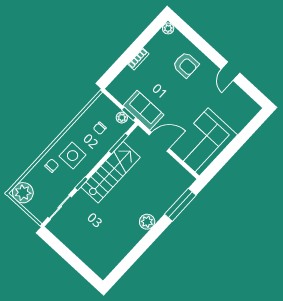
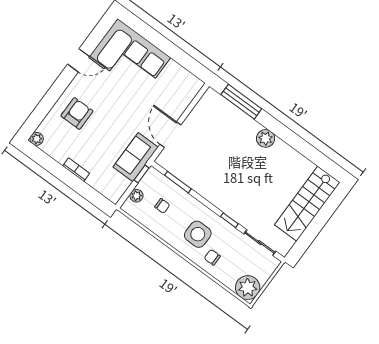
plant: (122, 118) -> (136, 196), moved
corner sofa: (204, 142) -> (130, 57), moved
stairs: (111, 172) -> (307, 204), moved, turned -90

